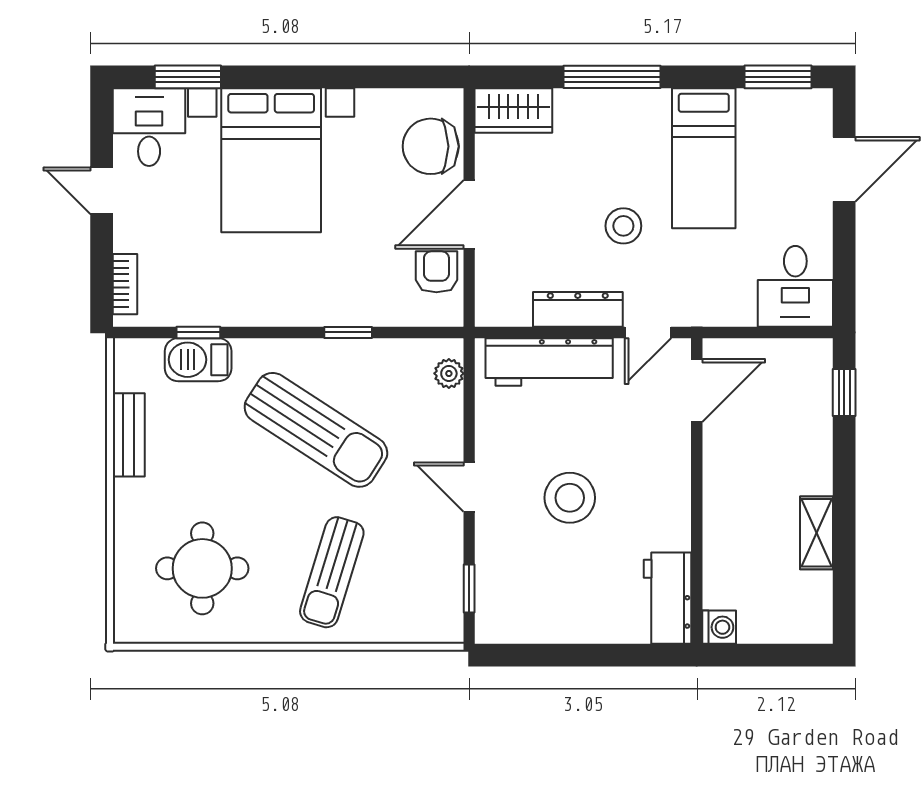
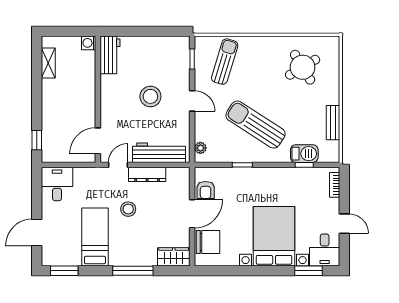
shelving: (816, 533) -> (48, 63), moved
round table: (202, 568) -> (303, 67), turned -31
sun lounger: (332, 572) -> (225, 62), moved

